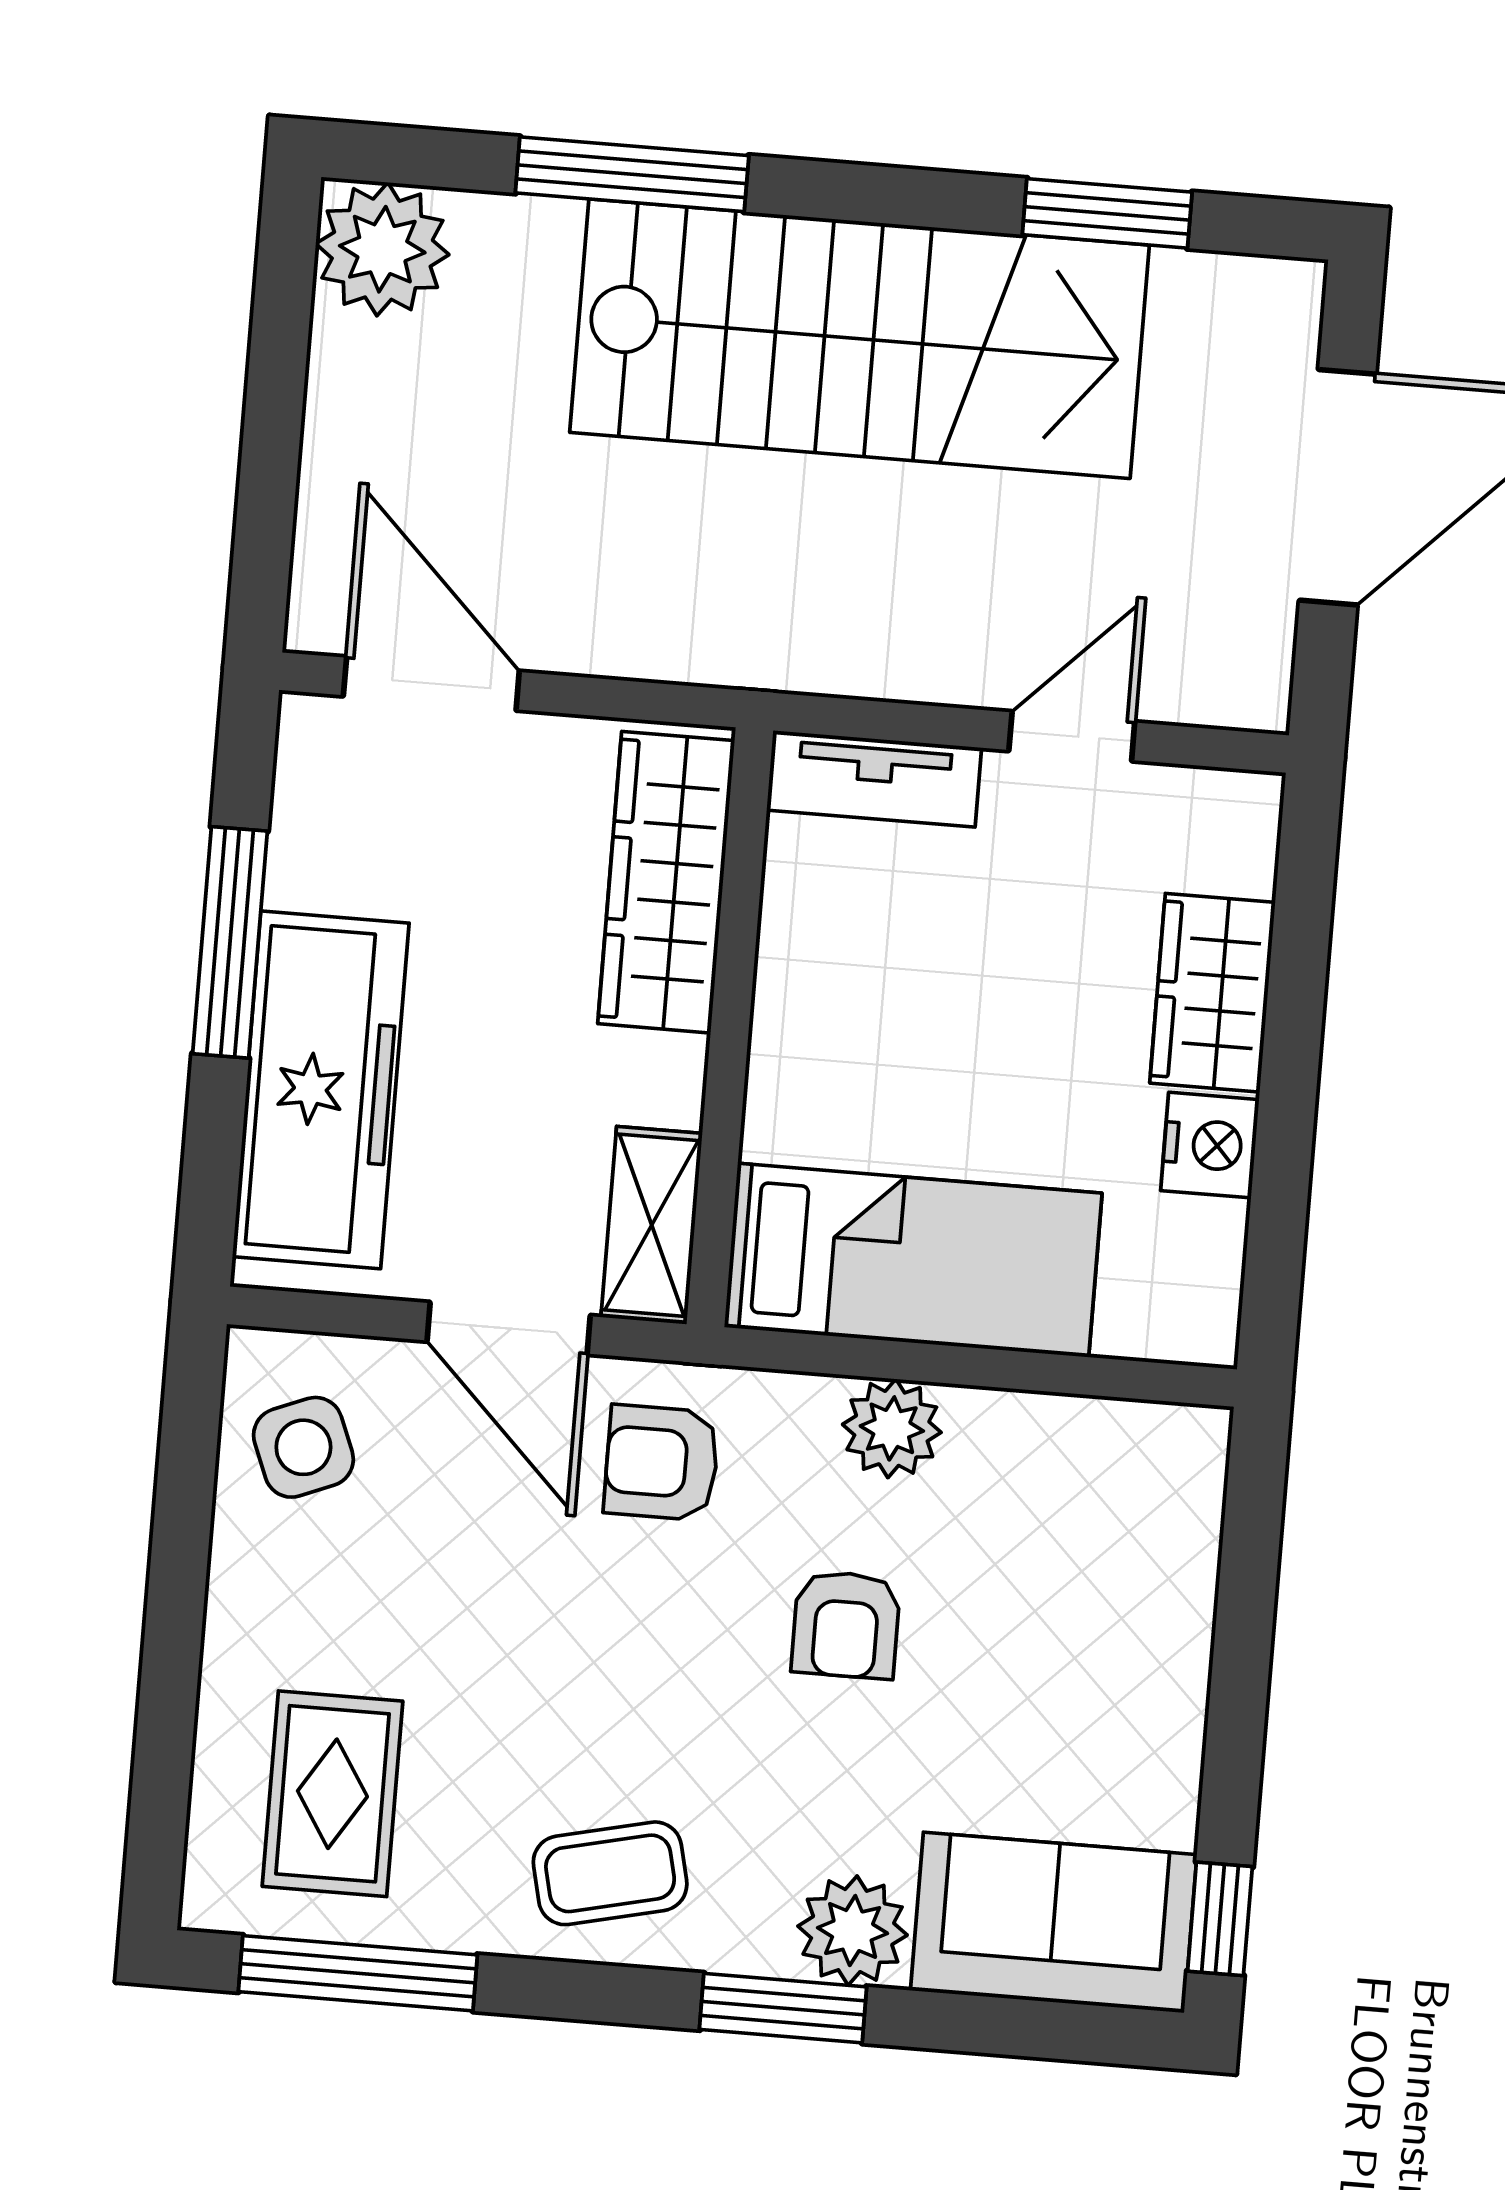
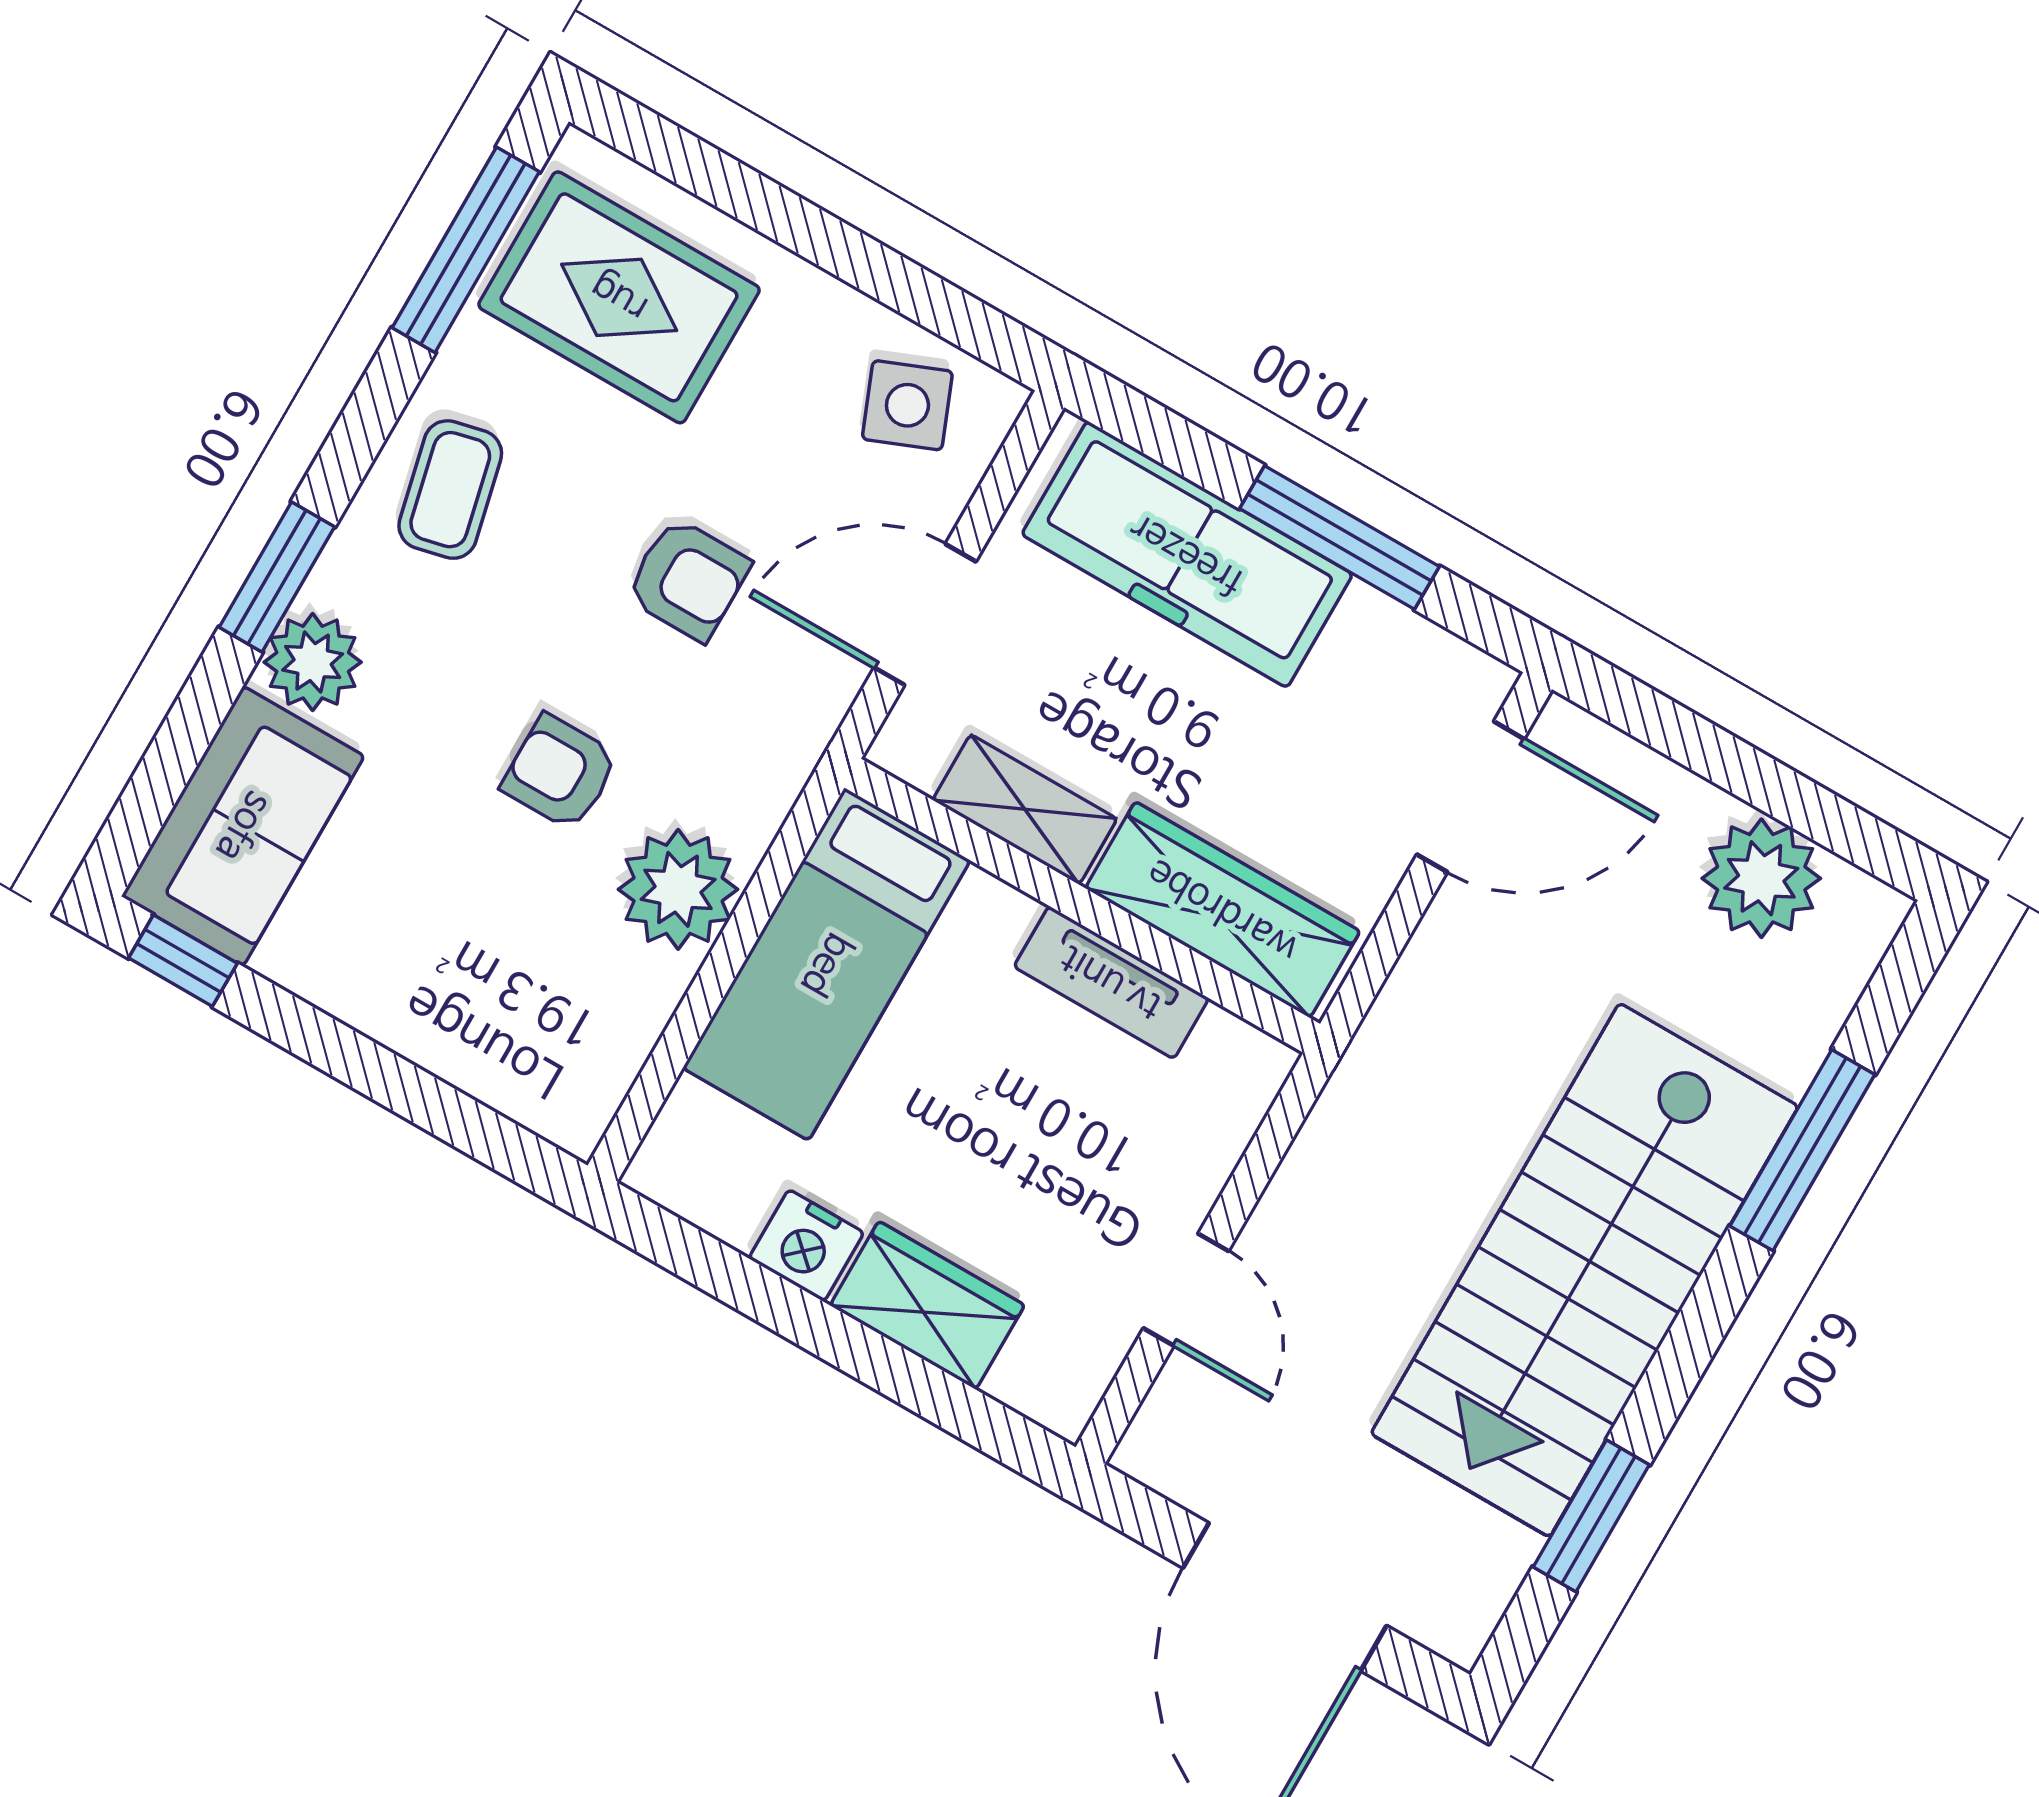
plant: (382, 249) -> (1761, 878), moved
tv unit: (874, 779) -> (1111, 982), moved, turned -90
shelving: (652, 1225) -> (1025, 809), moved
plant: (892, 1428) -> (678, 889), width x1.36, depth x1.36
armchair: (662, 1463) -> (688, 579), moved, turned 90
rug: (332, 1794) -> (619, 297), width x1.36, depth x1.43

